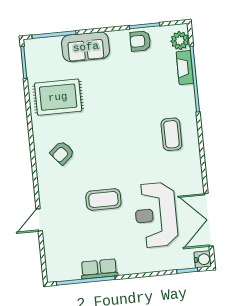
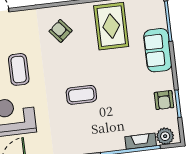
armchair: (140, 41) -> (164, 100), turned 180
coffee table: (171, 134) -> (81, 95), moved

